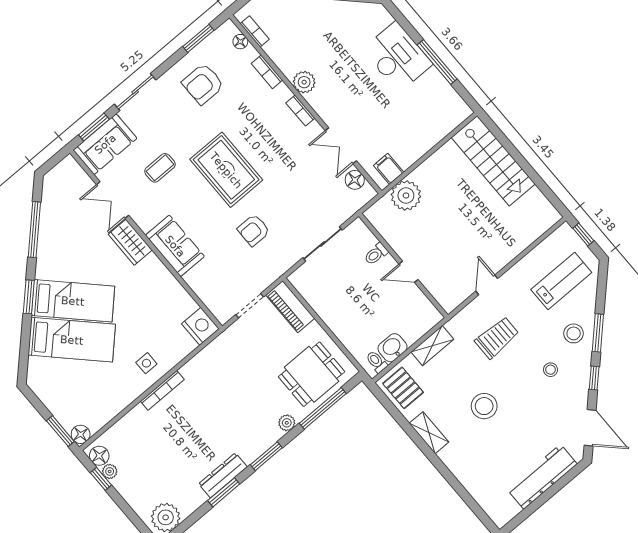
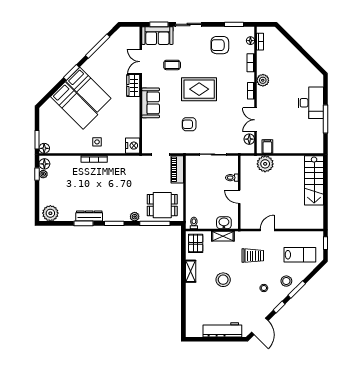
rug: (226, 170) -> (199, 89), turned 90
washbasin: (393, 348) -> (224, 223), moved

